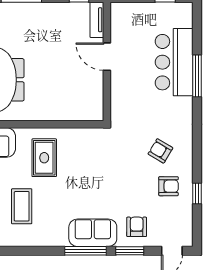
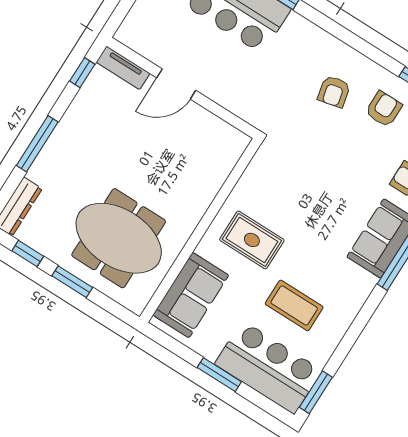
armchair: (160, 151) -> (334, 92), turned -44

